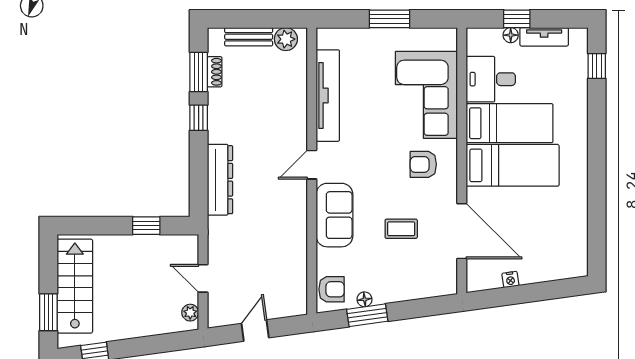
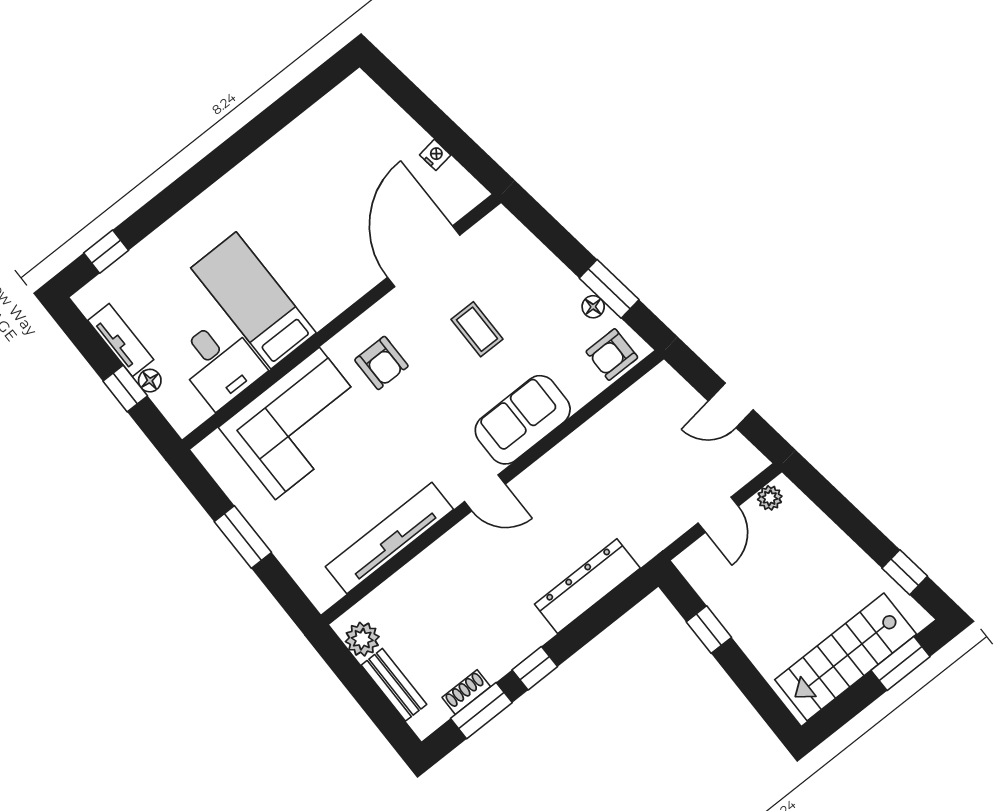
bed: (513, 165) -> (300, 258), removed
armchair: (332, 289) -> (612, 355), turned -90

